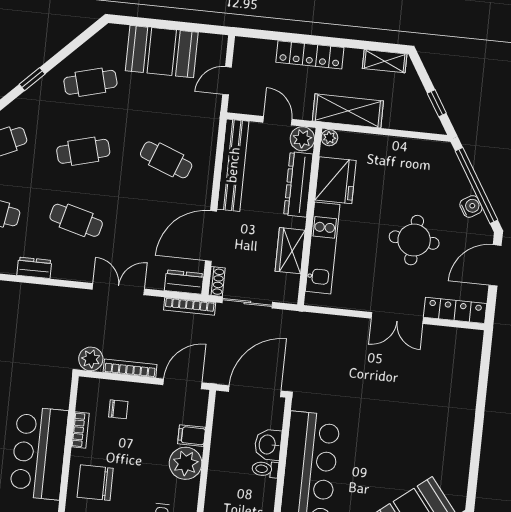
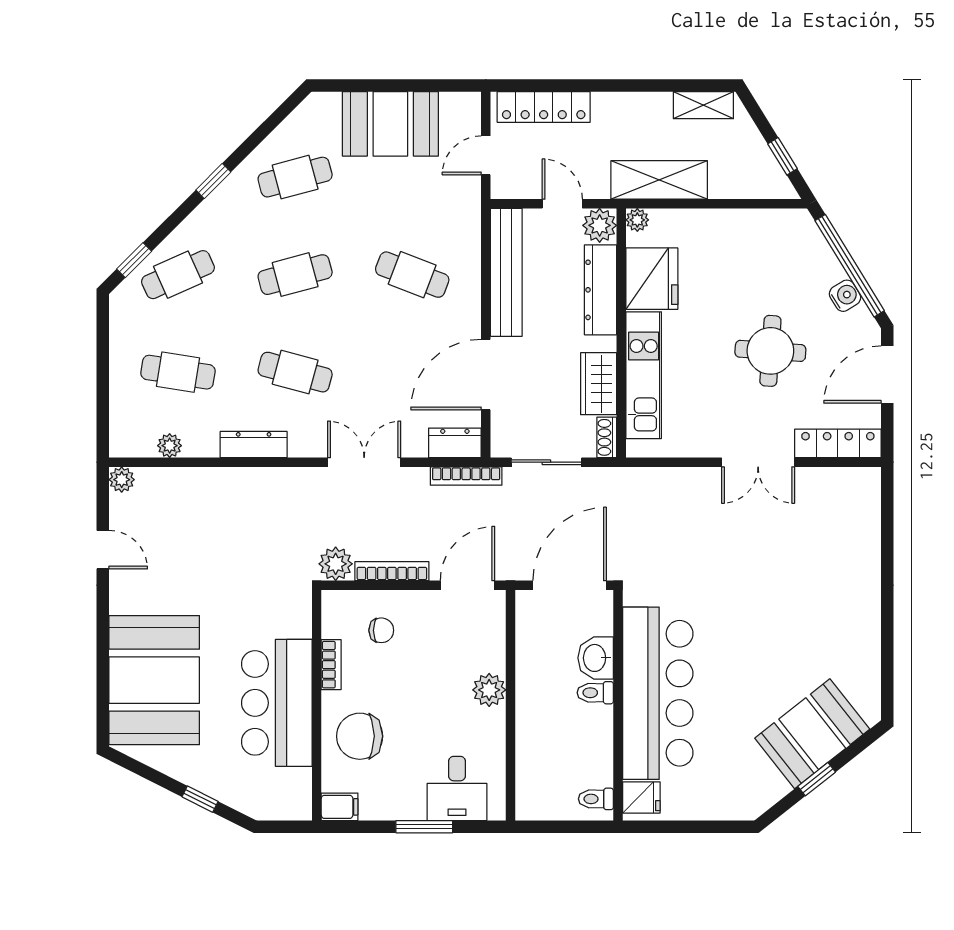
locker: (310, 55) -> (544, 107), moved
dresser: (34, 268) -> (254, 445), width x1.44
shoe rack: (217, 281) -> (607, 437), moved, turned 180
filing cabinet: (192, 436) -> (488, 656), removed
plant: (186, 463) -> (489, 690), width x0.73, depth x0.73

